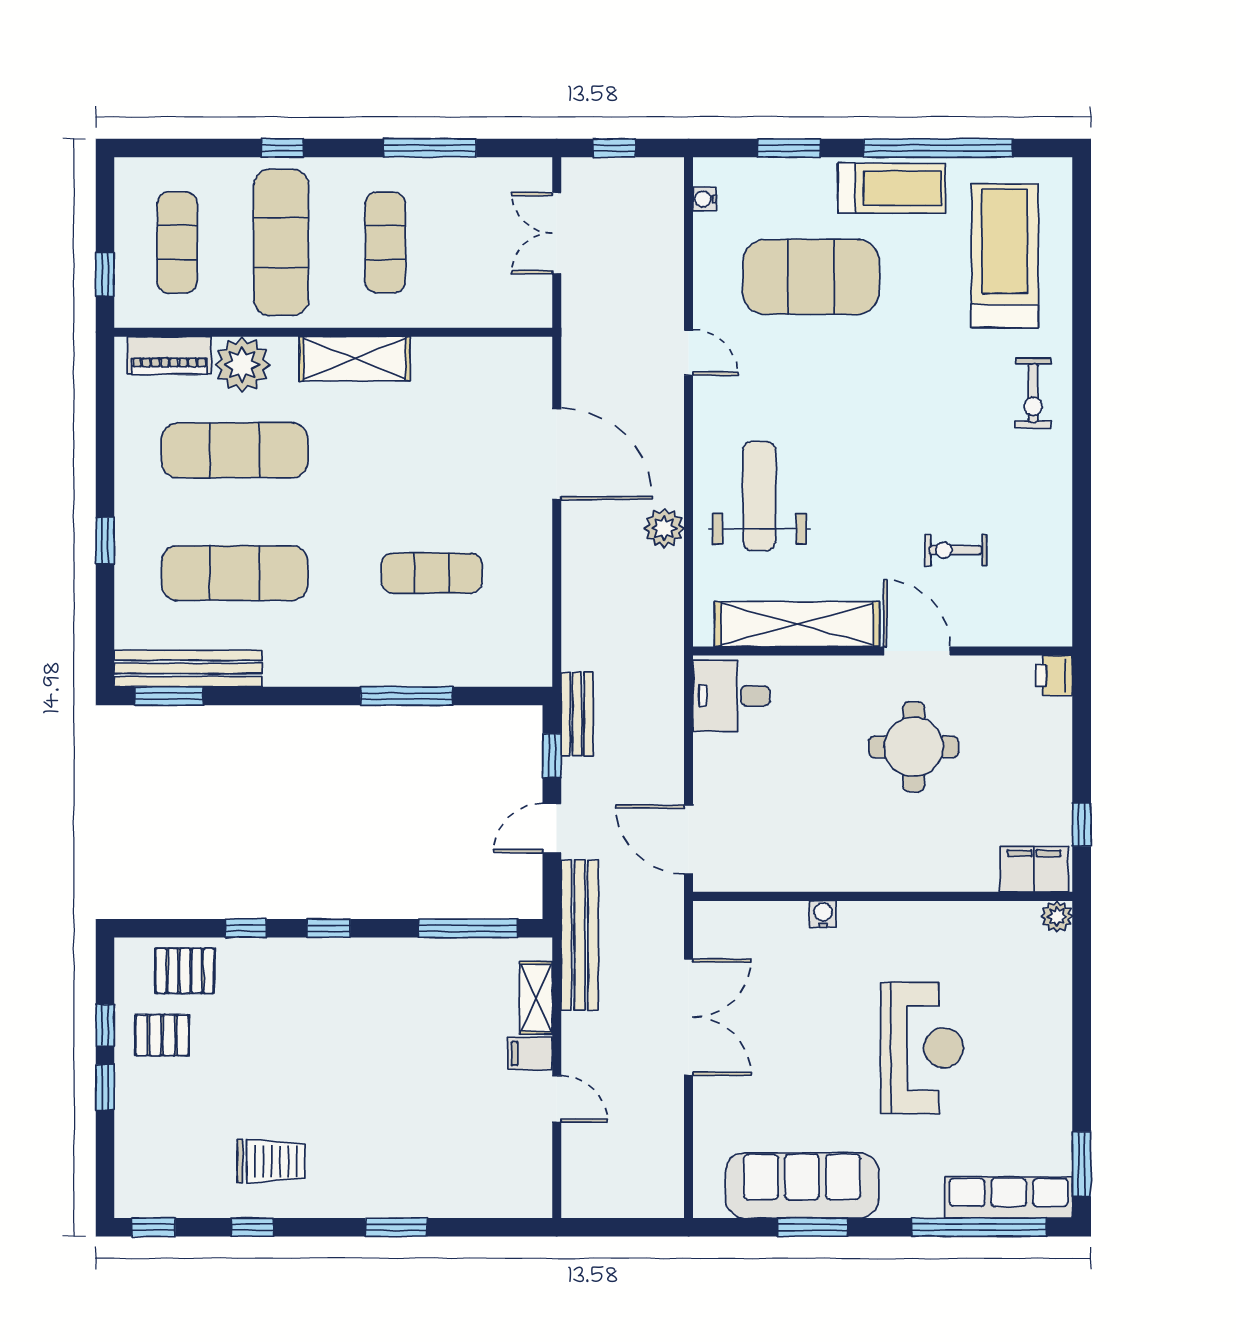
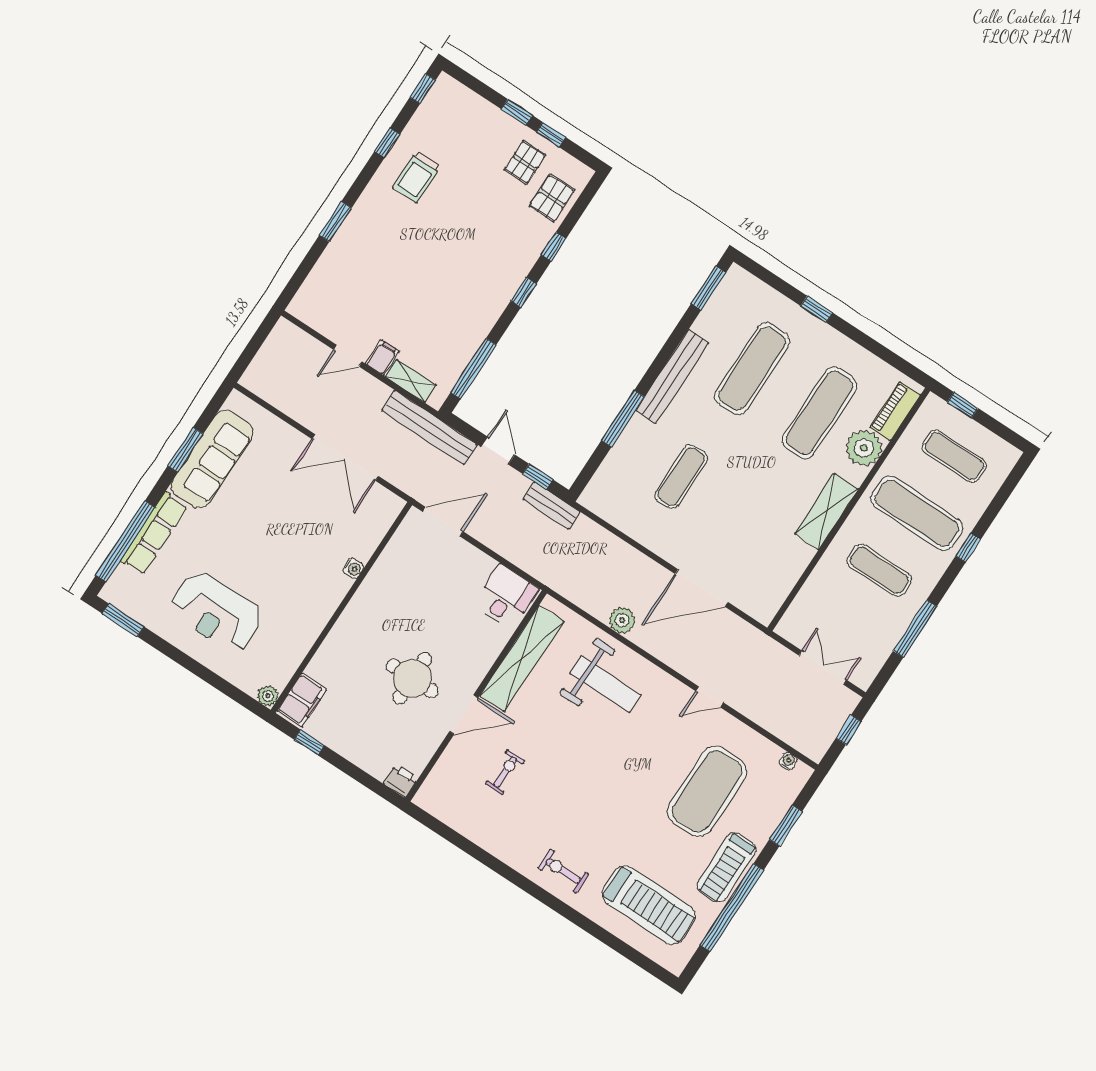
bench: (188, 668) -> (672, 377), moved
reception desk: (922, 1048) -> (216, 612), moved
row of seats: (1009, 1197) -> (154, 533), moved

